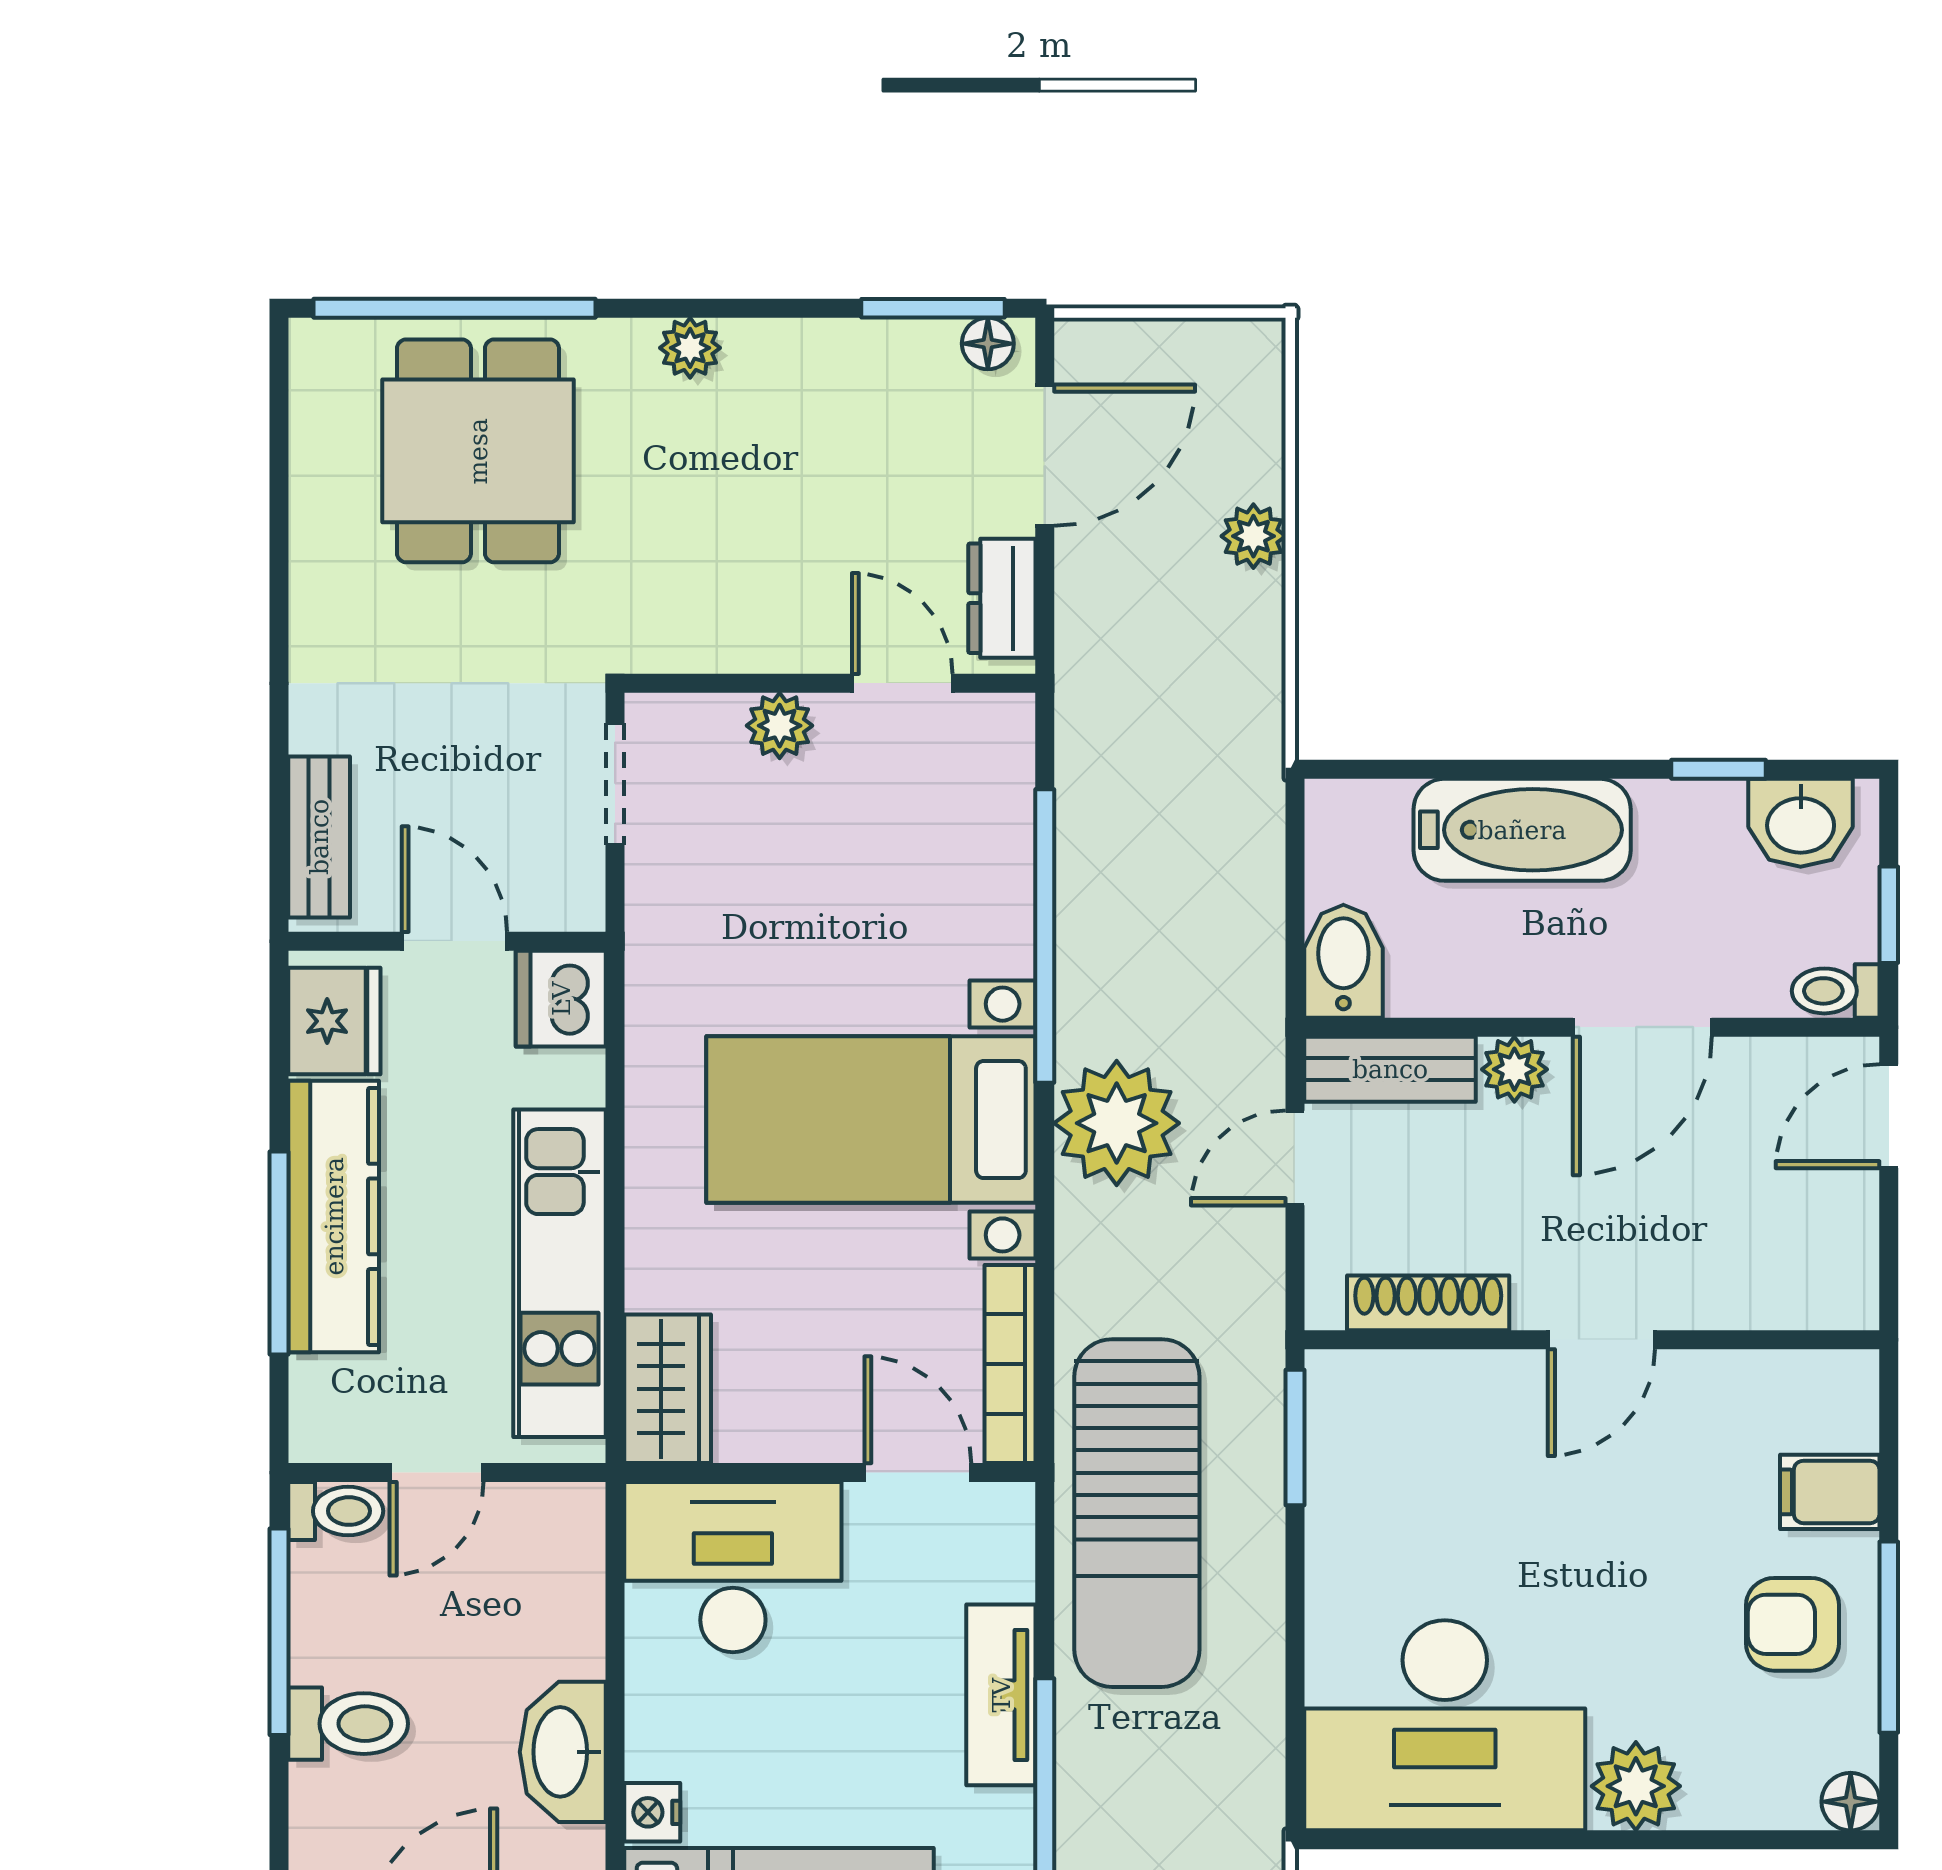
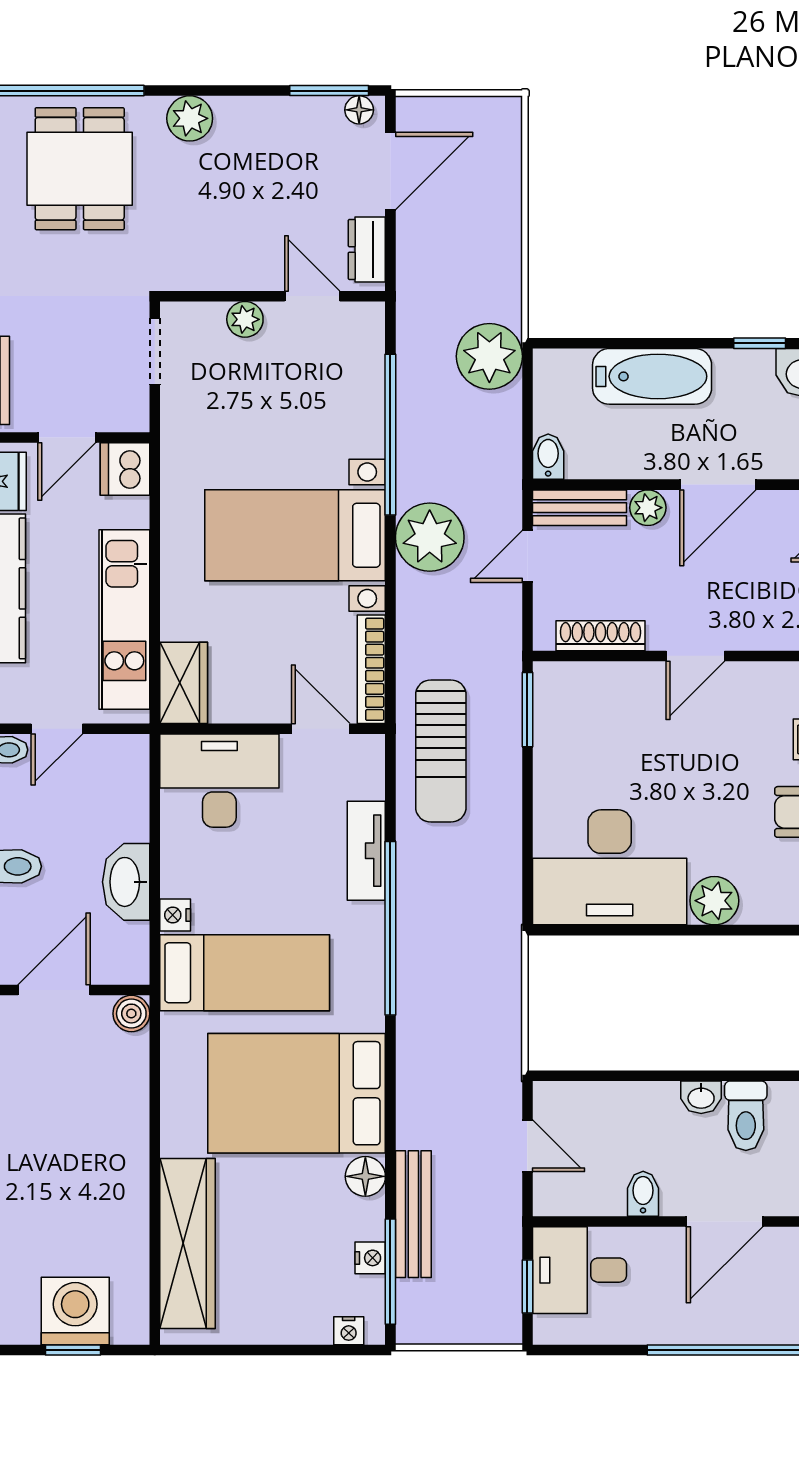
plant: (690, 348) -> (190, 118), width x1.38, depth x1.38
plant: (1253, 536) -> (489, 356), moved, width x1.87, depth x1.87
door: (454, 941) -> (67, 438), swing flipped
bidet: (1343, 961) -> (548, 457), width x0.72, depth x0.74
sun lounger: (1137, 1513) -> (441, 751), width x0.73, depth x0.75

